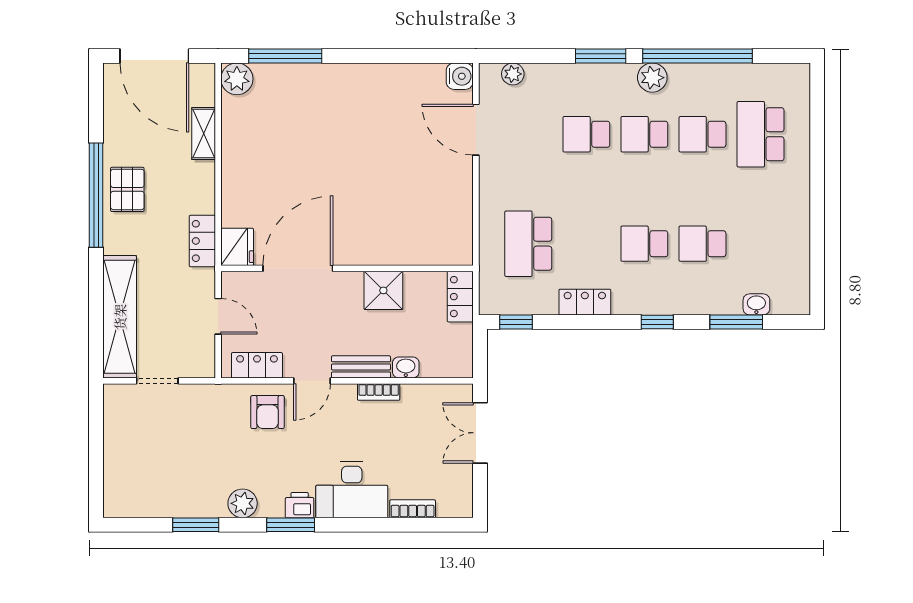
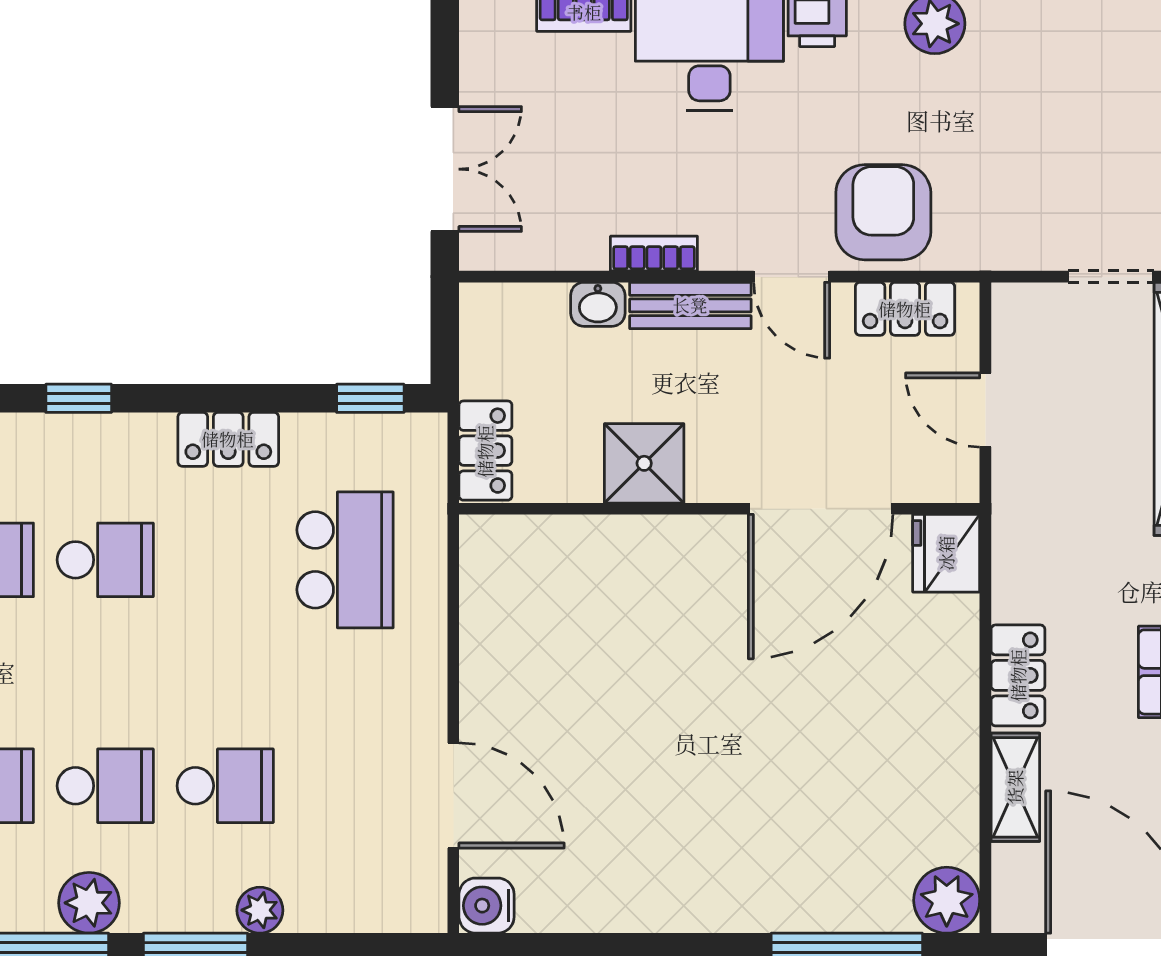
plant: (513, 74) -> (260, 910), moved
locker: (202, 241) -> (1018, 675), moved
door: (312, 381) -> (792, 277), swing flipped
armchair: (268, 412) -> (883, 212), width x1.38, depth x1.38

